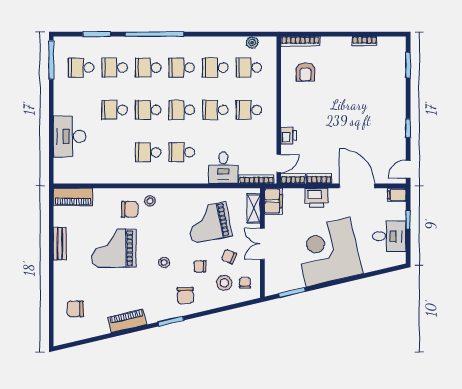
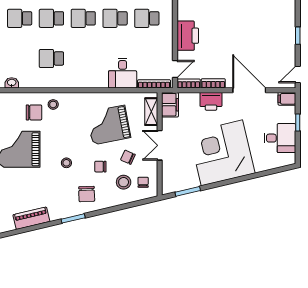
printer: (289, 136) -> (188, 36), width x1.87, depth x1.48
school desk: (182, 152) -> (83, 58), removed
washbasin: (106, 178) -> (12, 83), added

